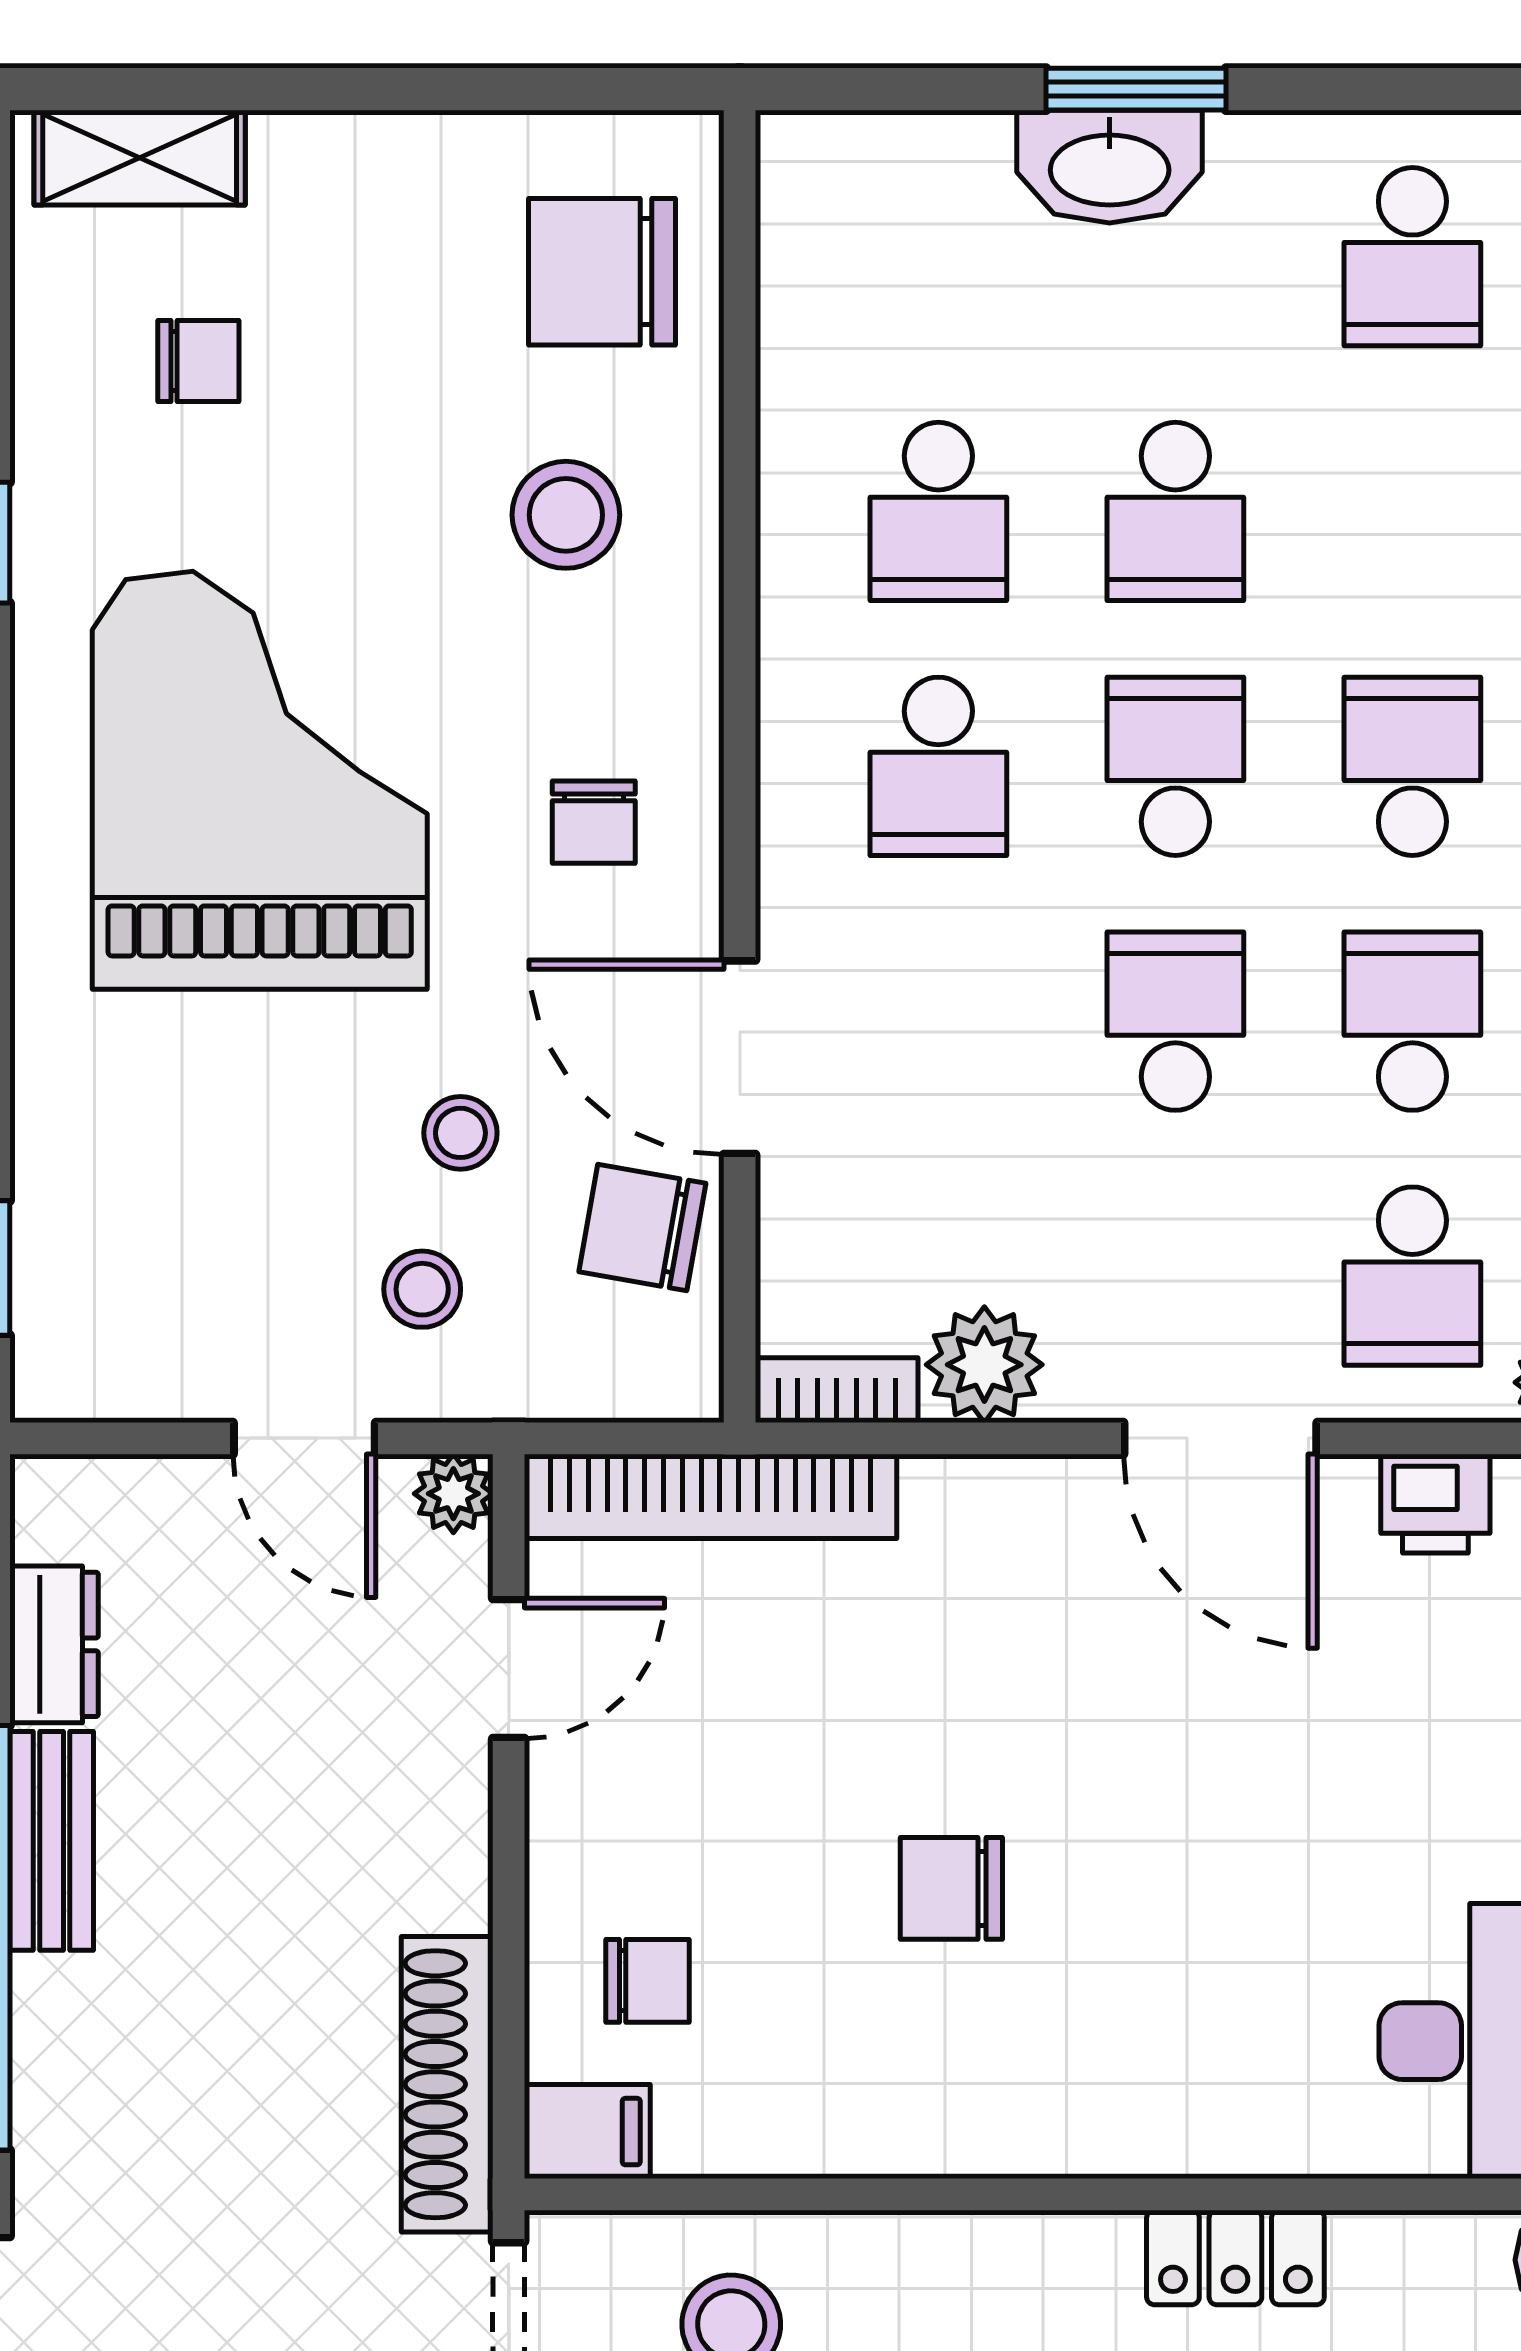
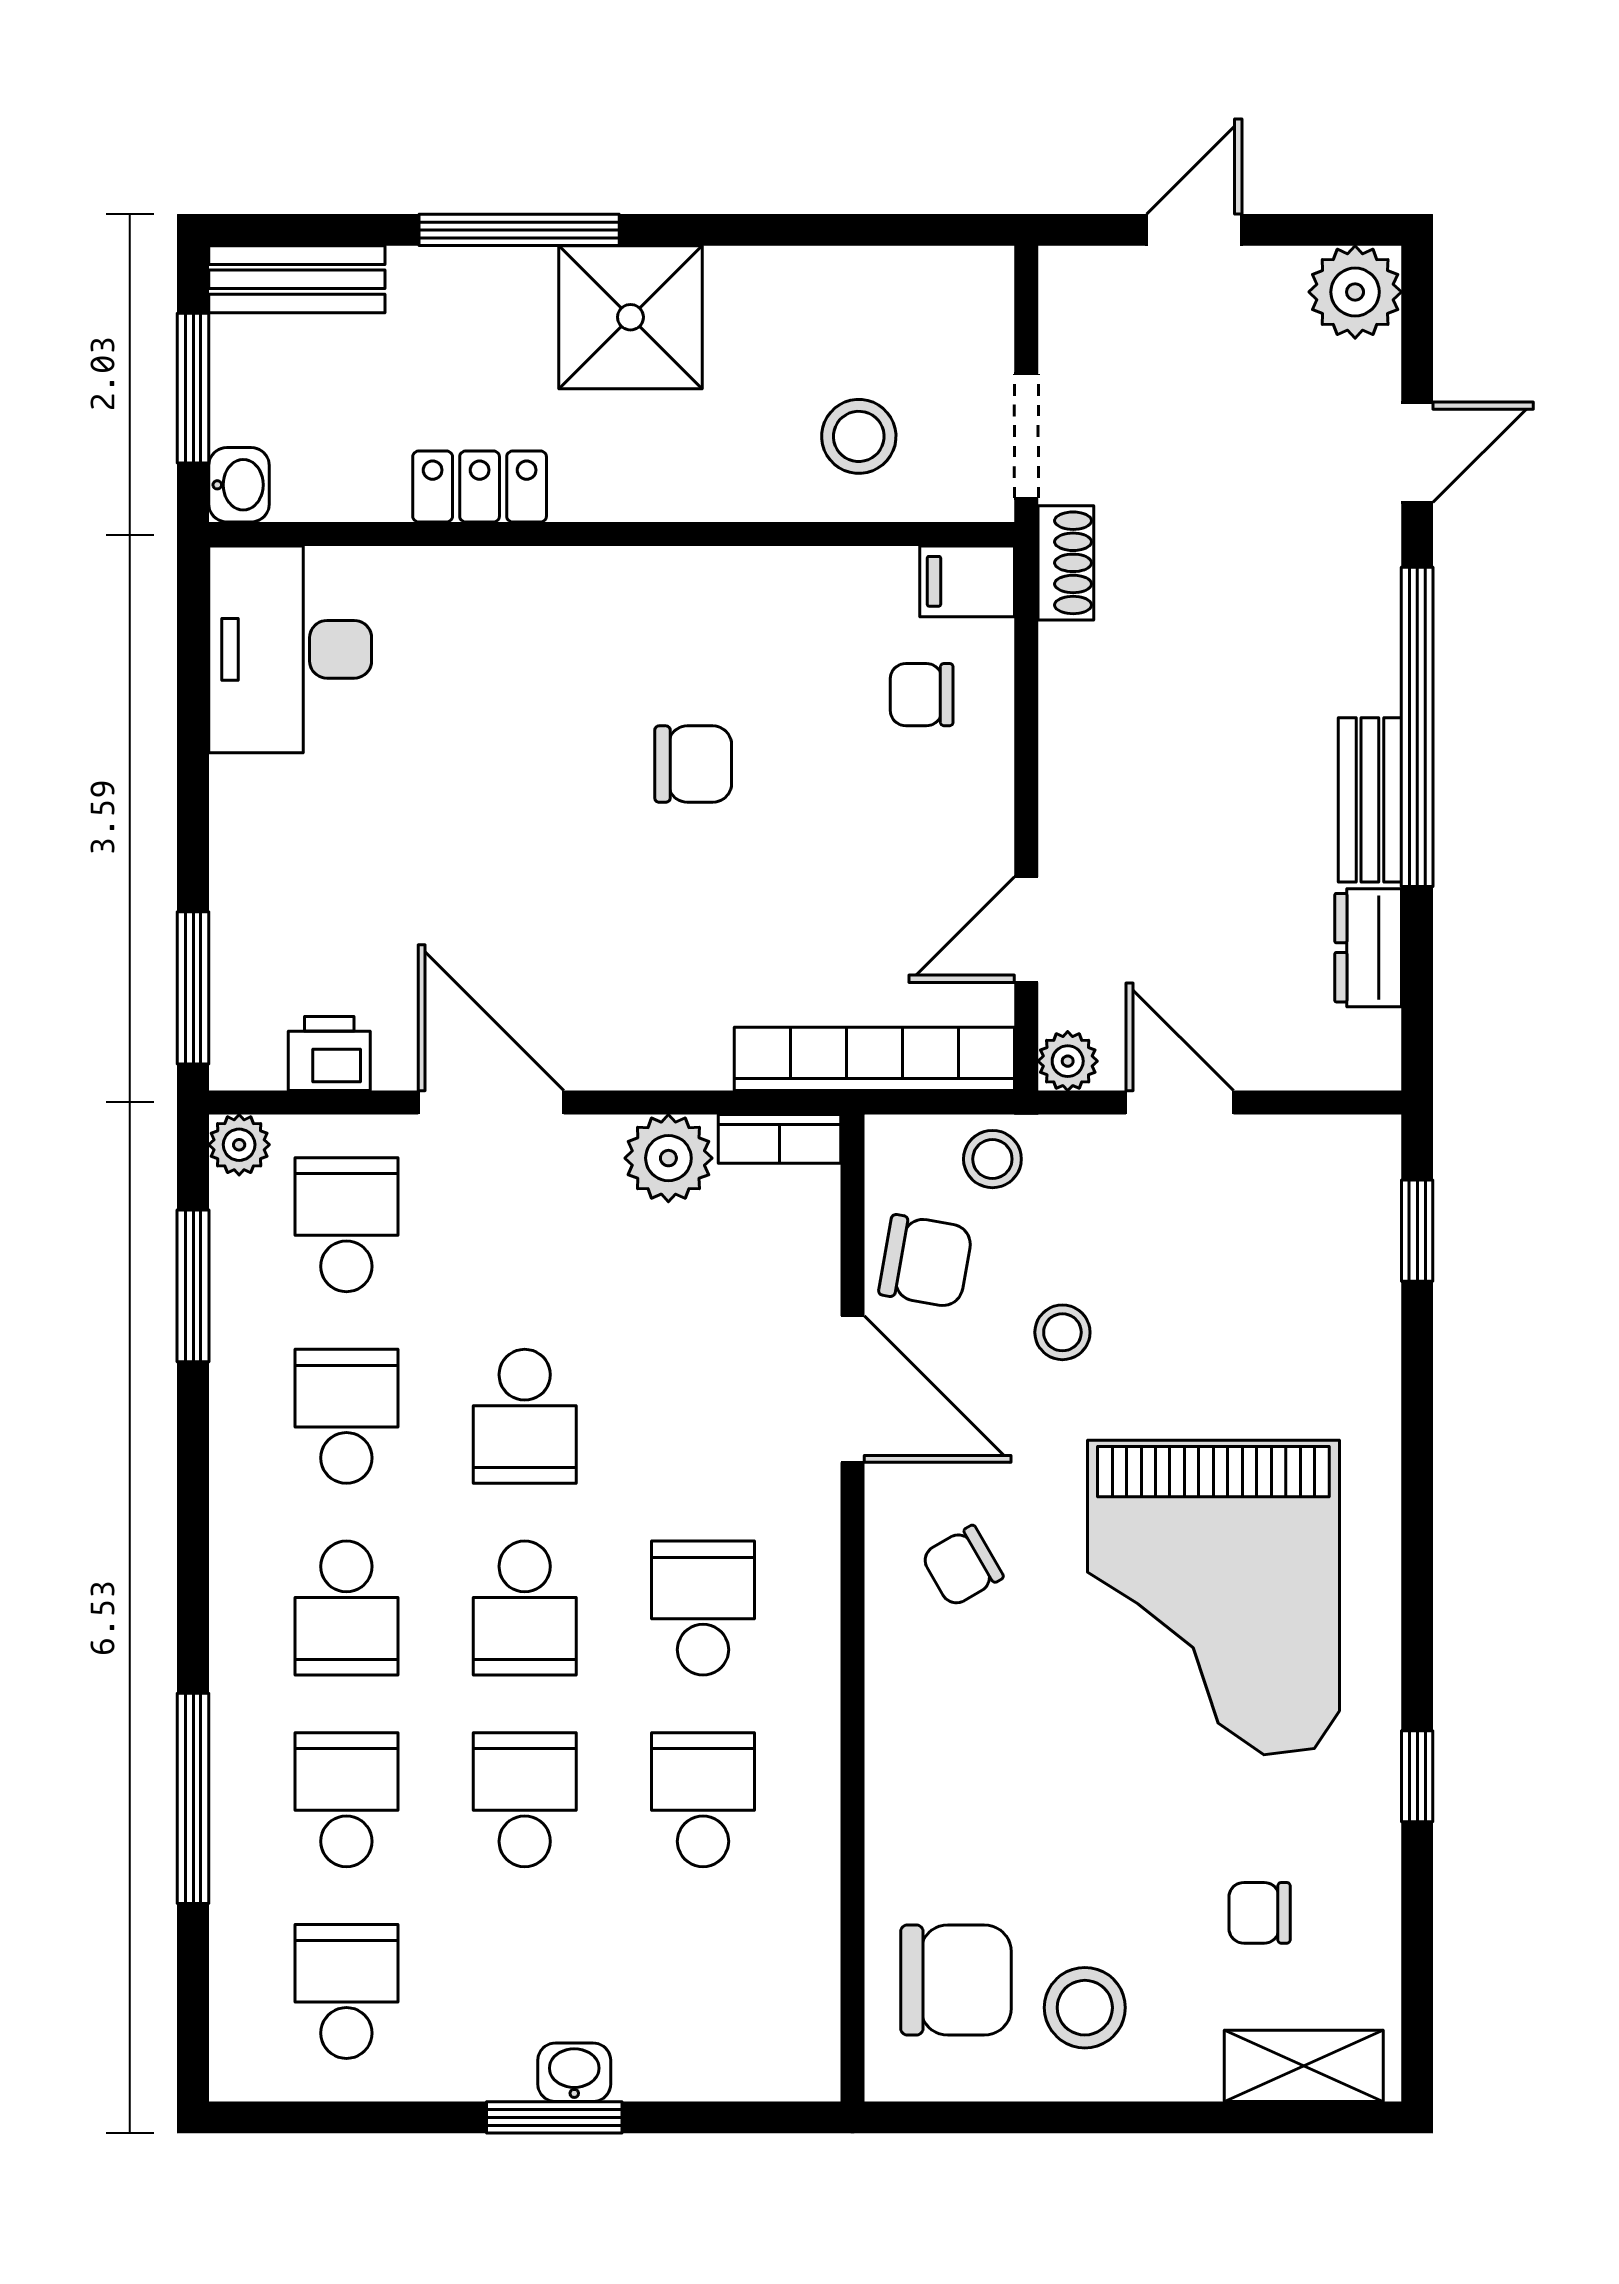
washbasin: (1110, 167) -> (574, 2072), width x0.52, depth x0.69
school desk: (1412, 511) -> (346, 1800), added
stool: (566, 515) -> (1085, 2008), moved
chair: (594, 822) -> (962, 1566), turned -120
school desk: (1412, 1021) -> (346, 1416), turned 180
stool: (422, 1289) -> (992, 1159), moved
shoe rack: (447, 2084) -> (1066, 563), width x0.51, depth x0.81

